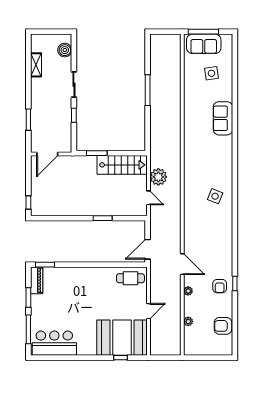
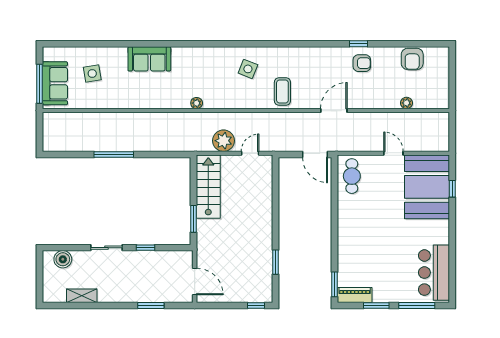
window: (103, 218) -> (276, 262), moved
coffee table: (197, 223) -> (282, 92), added
plant: (188, 291) -> (197, 103), moved

